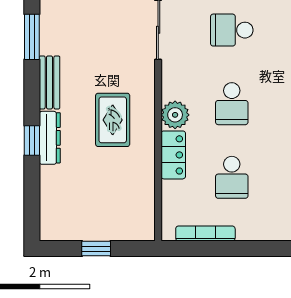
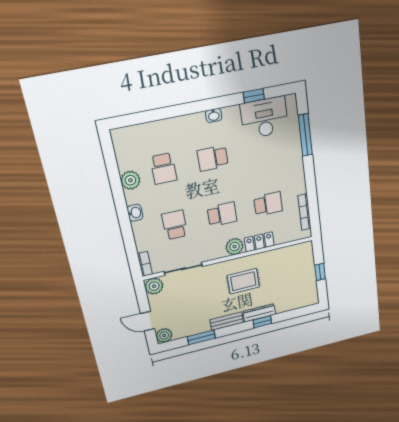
school desk: (232, 30) -> (175, 225), turned 180

